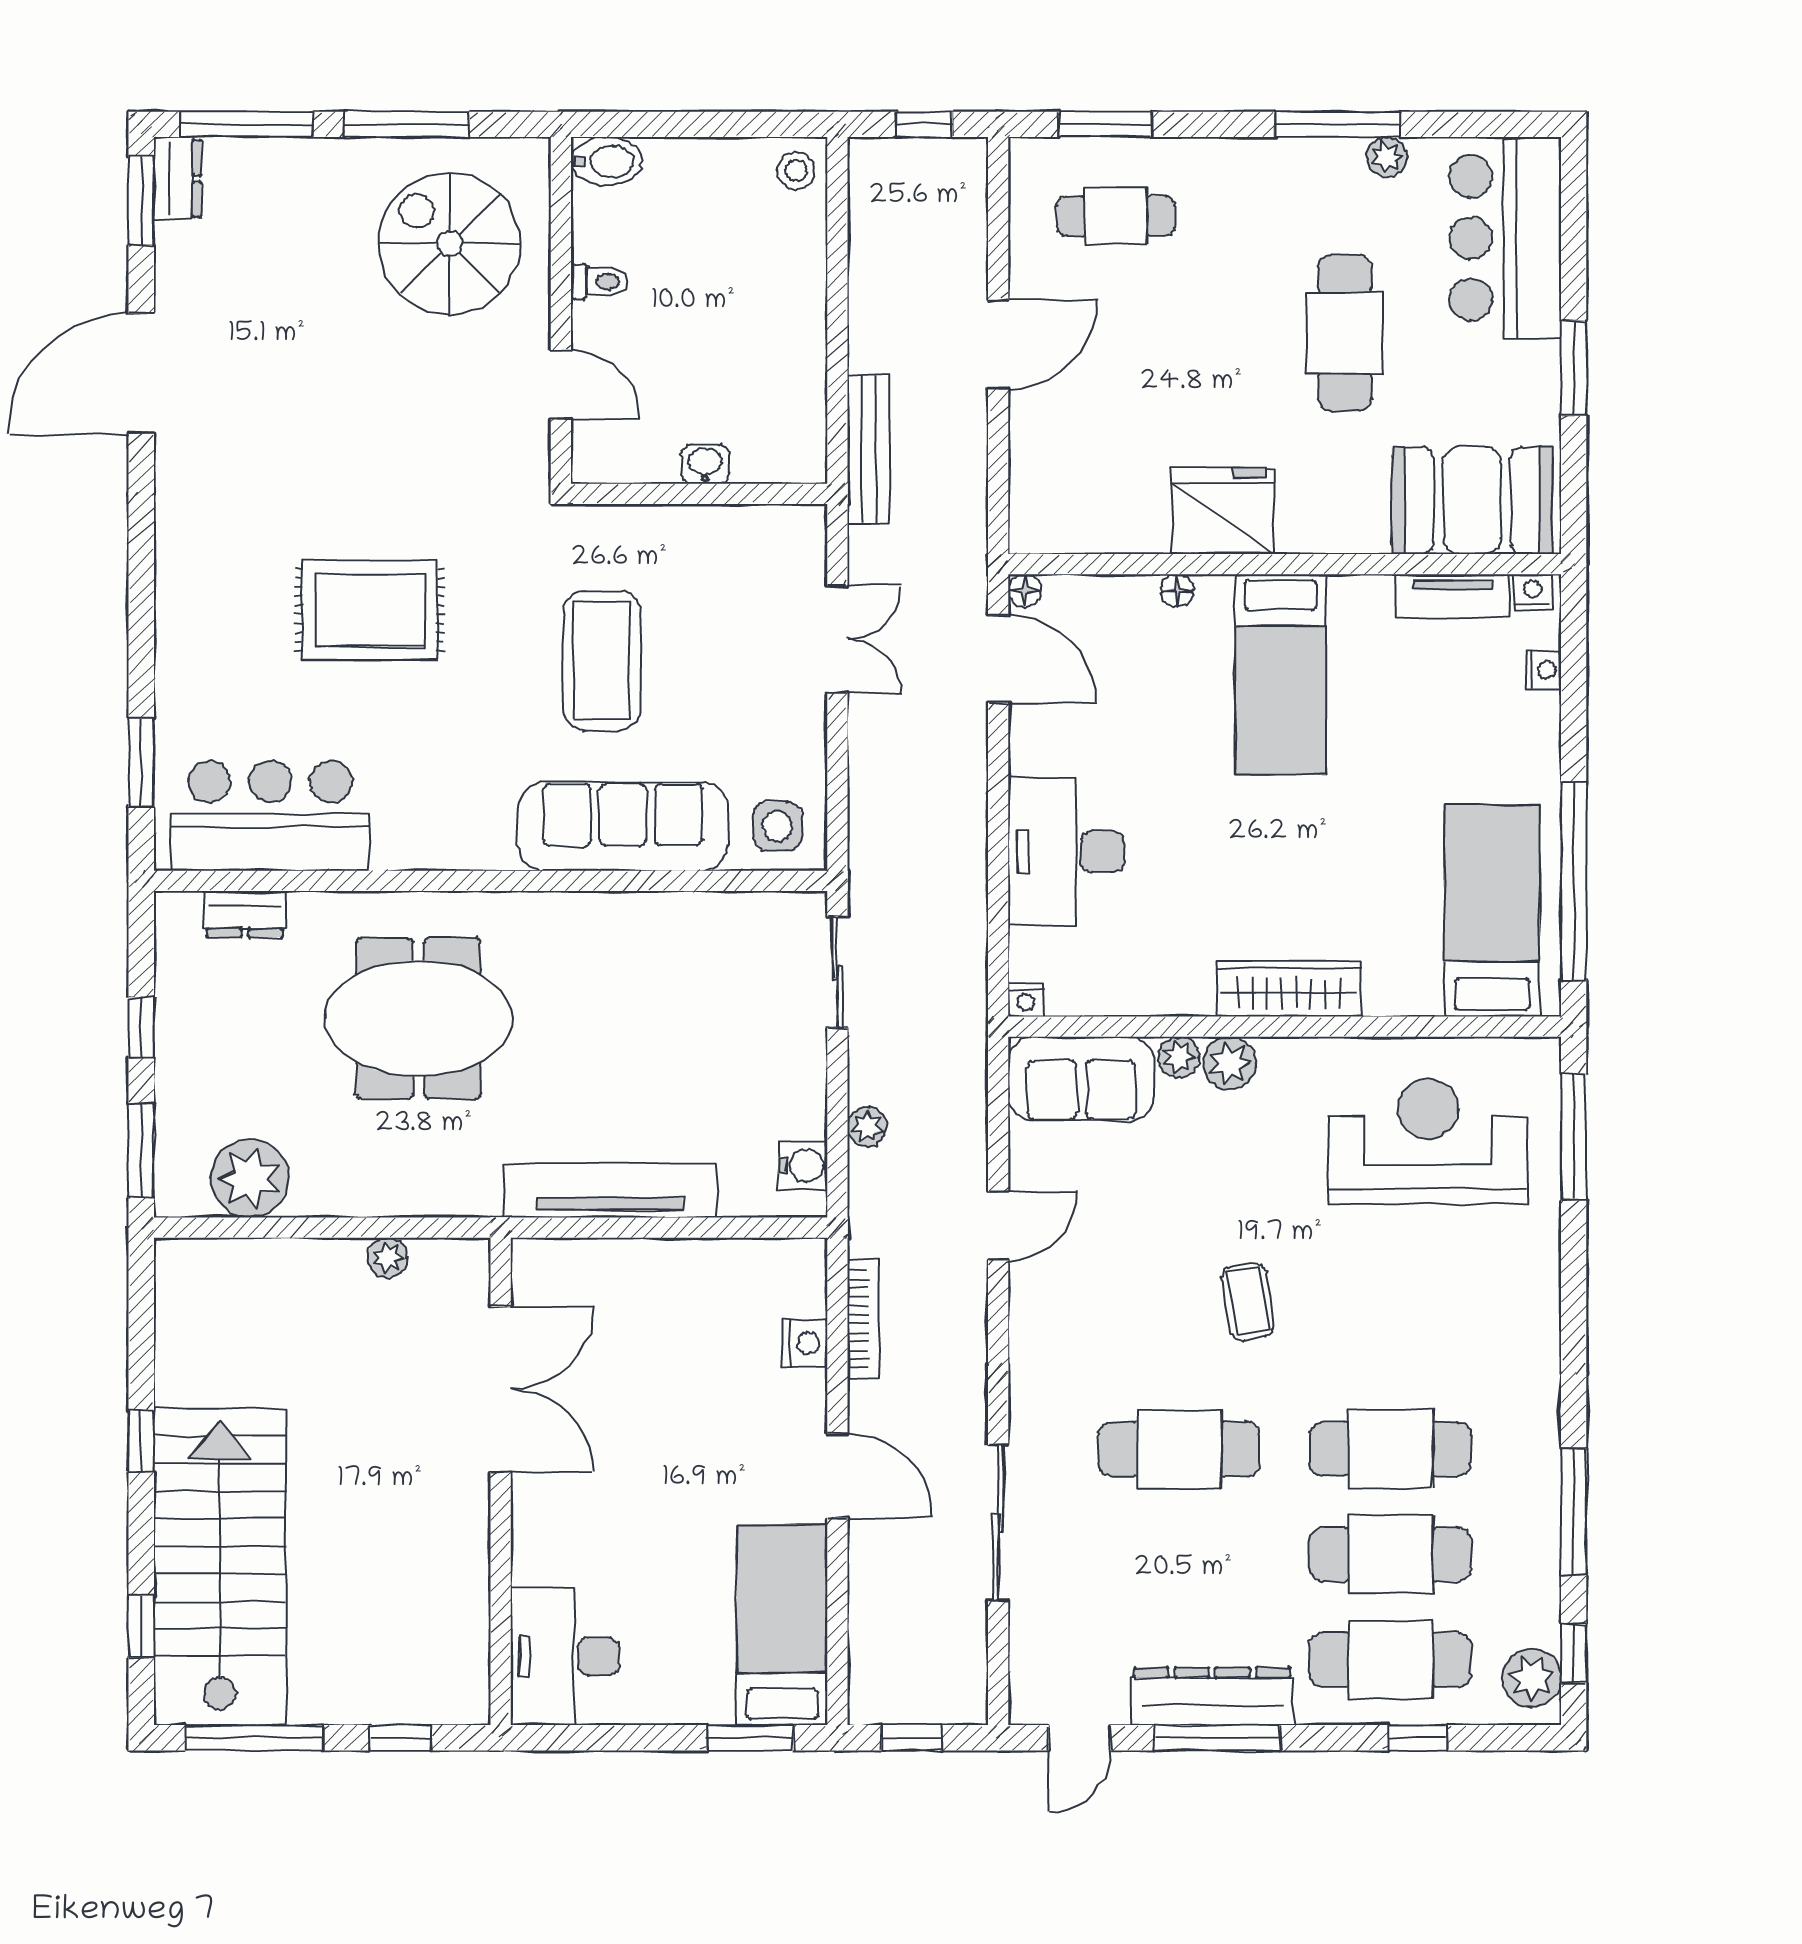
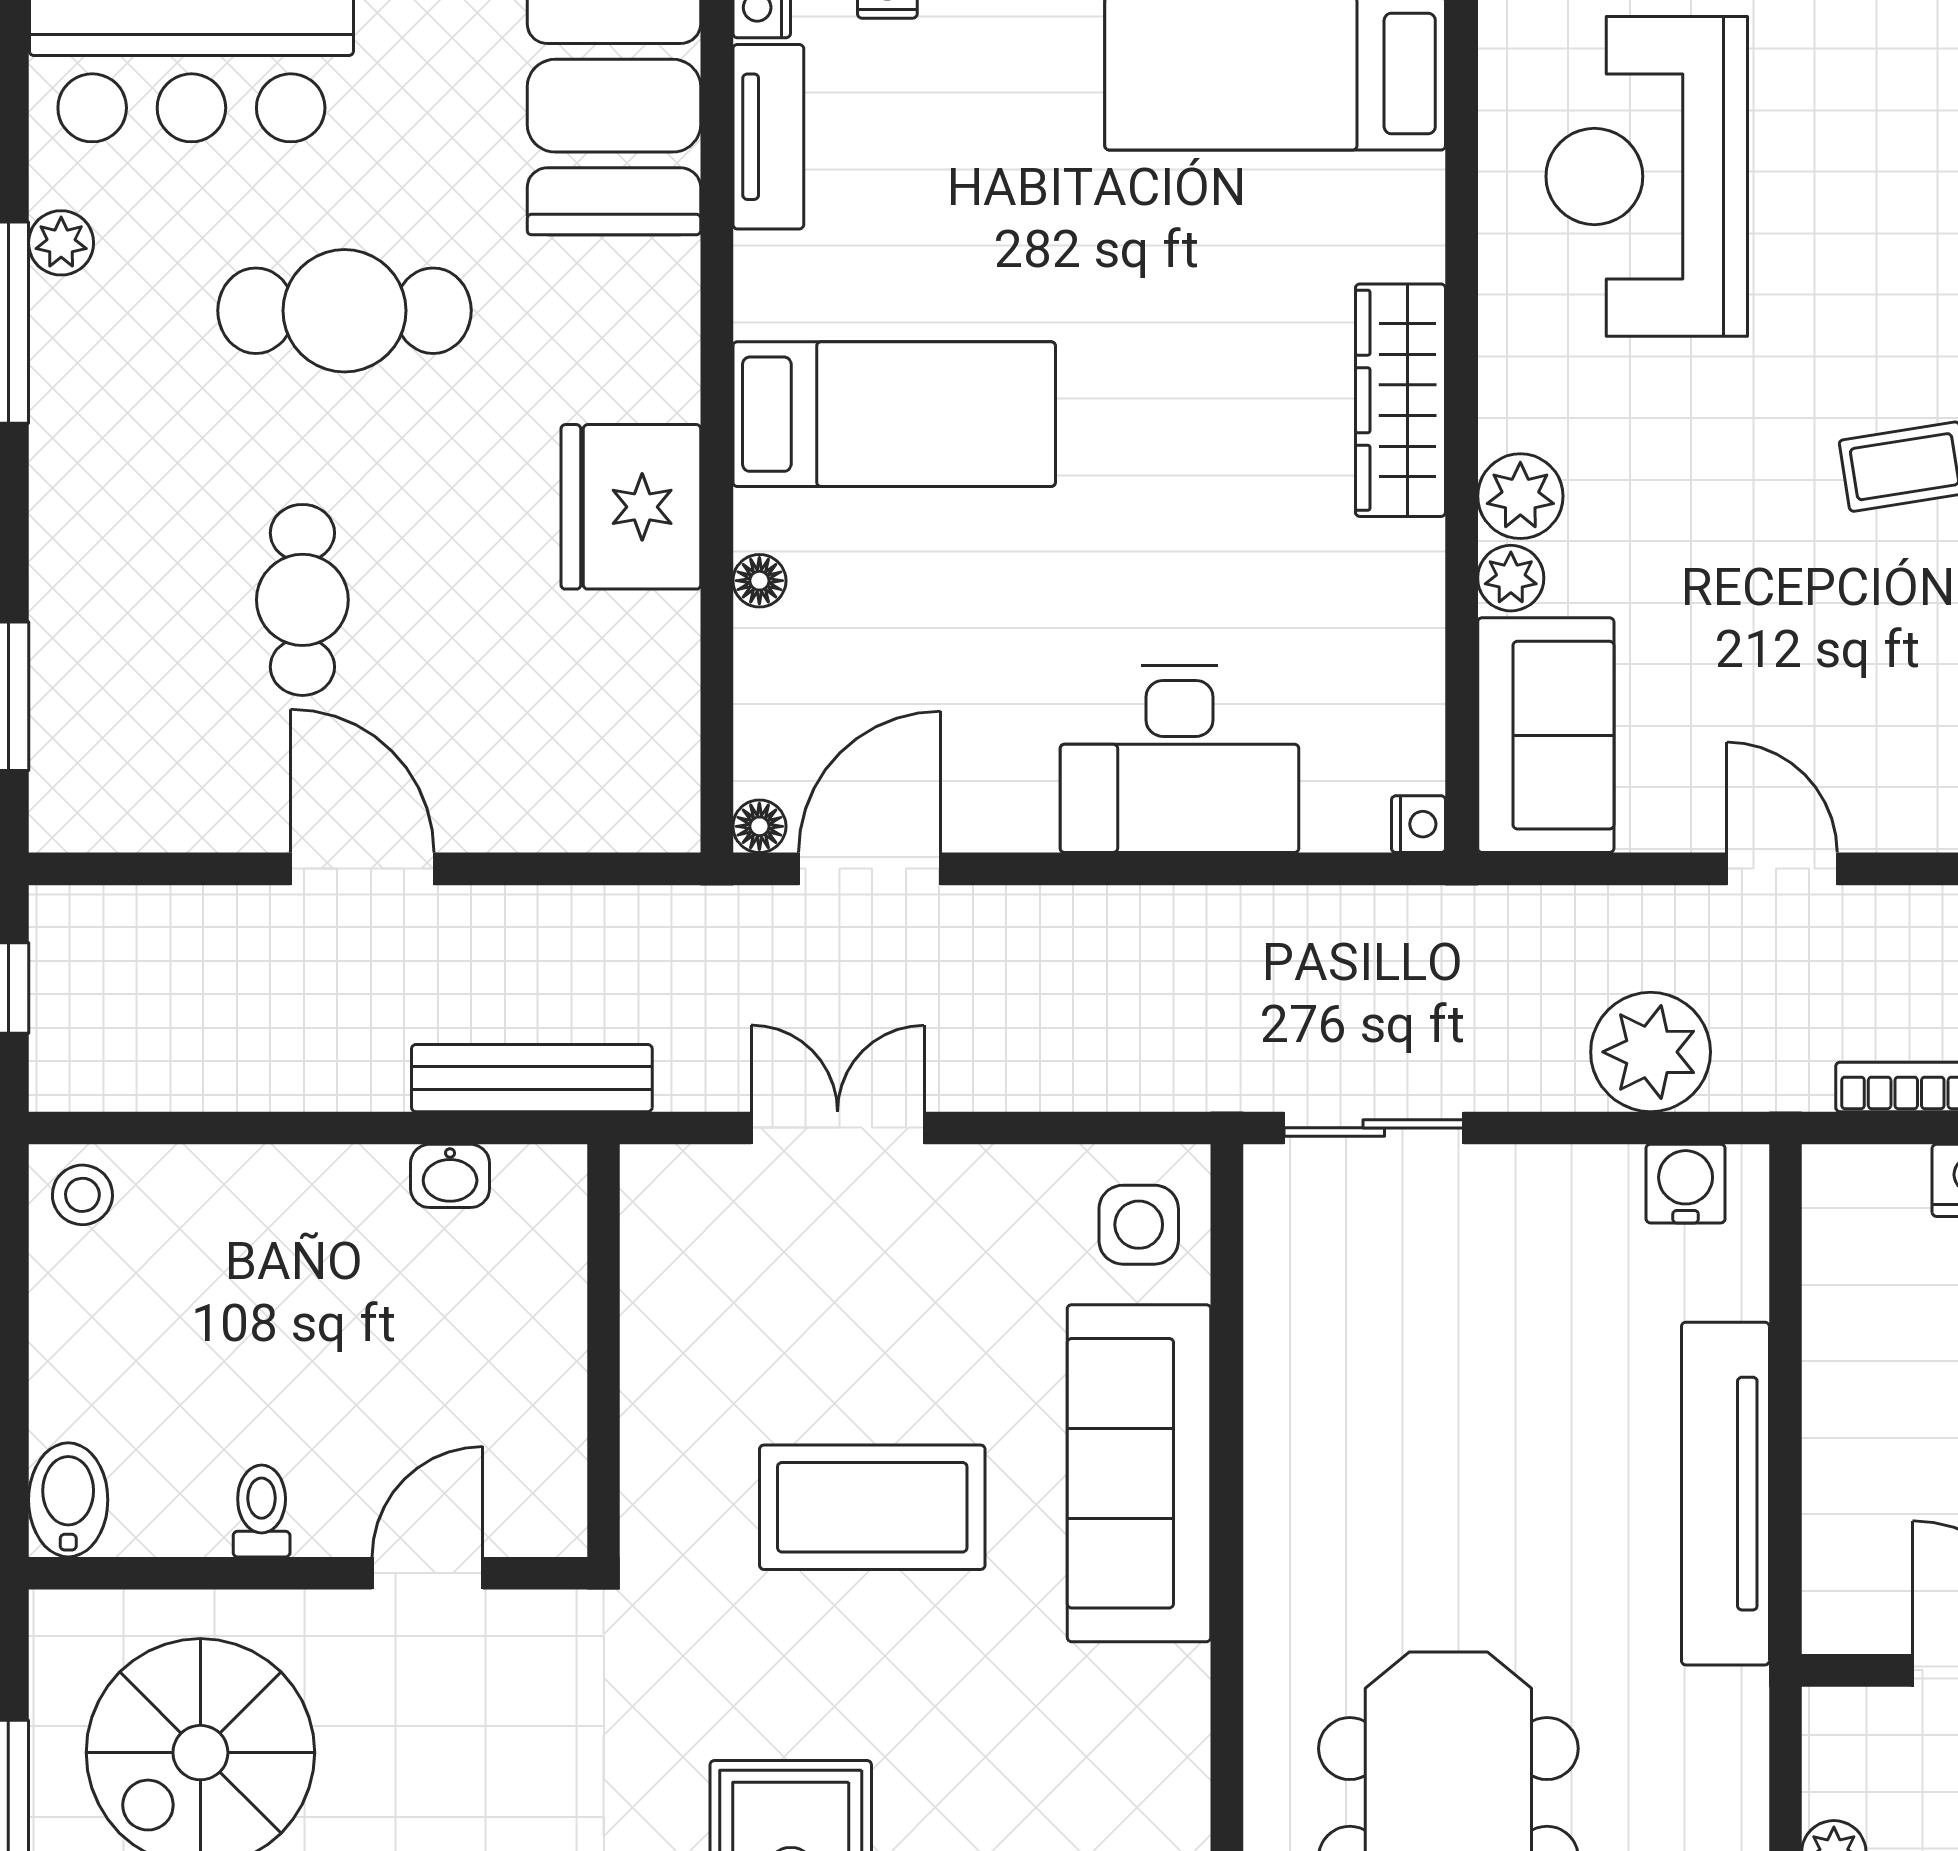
cafe table: (1116, 216) -> (302, 600), moved
washbasin: (705, 464) -> (450, 1176), moved, turned -90
plant: (867, 1127) -> (1651, 1052), width x1.88, depth x1.88

